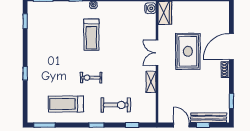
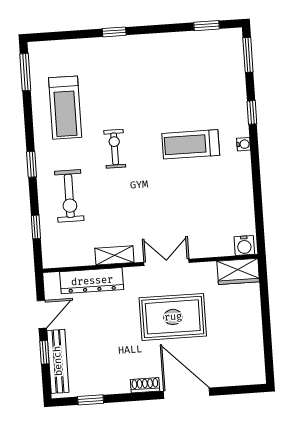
dresser: (164, 96) -> (92, 281), added
treadmill: (66, 104) -> (65, 108), turned 180

